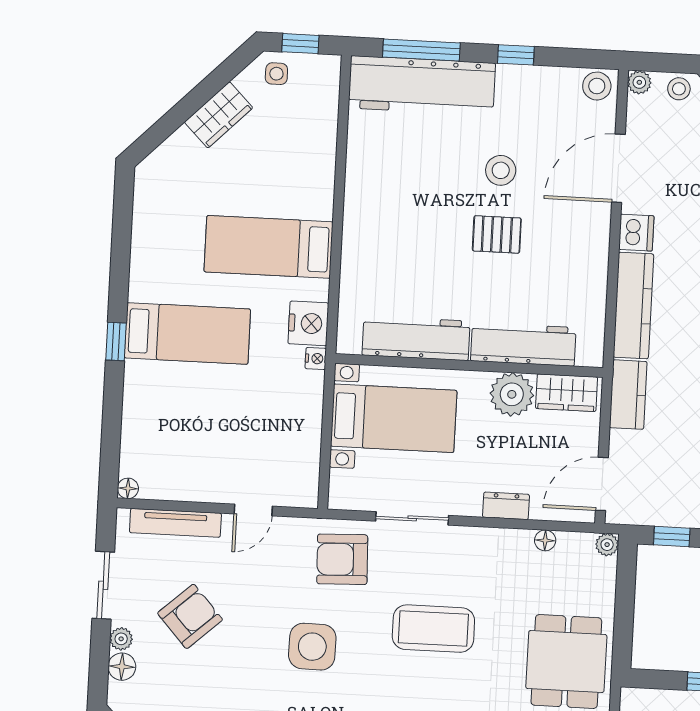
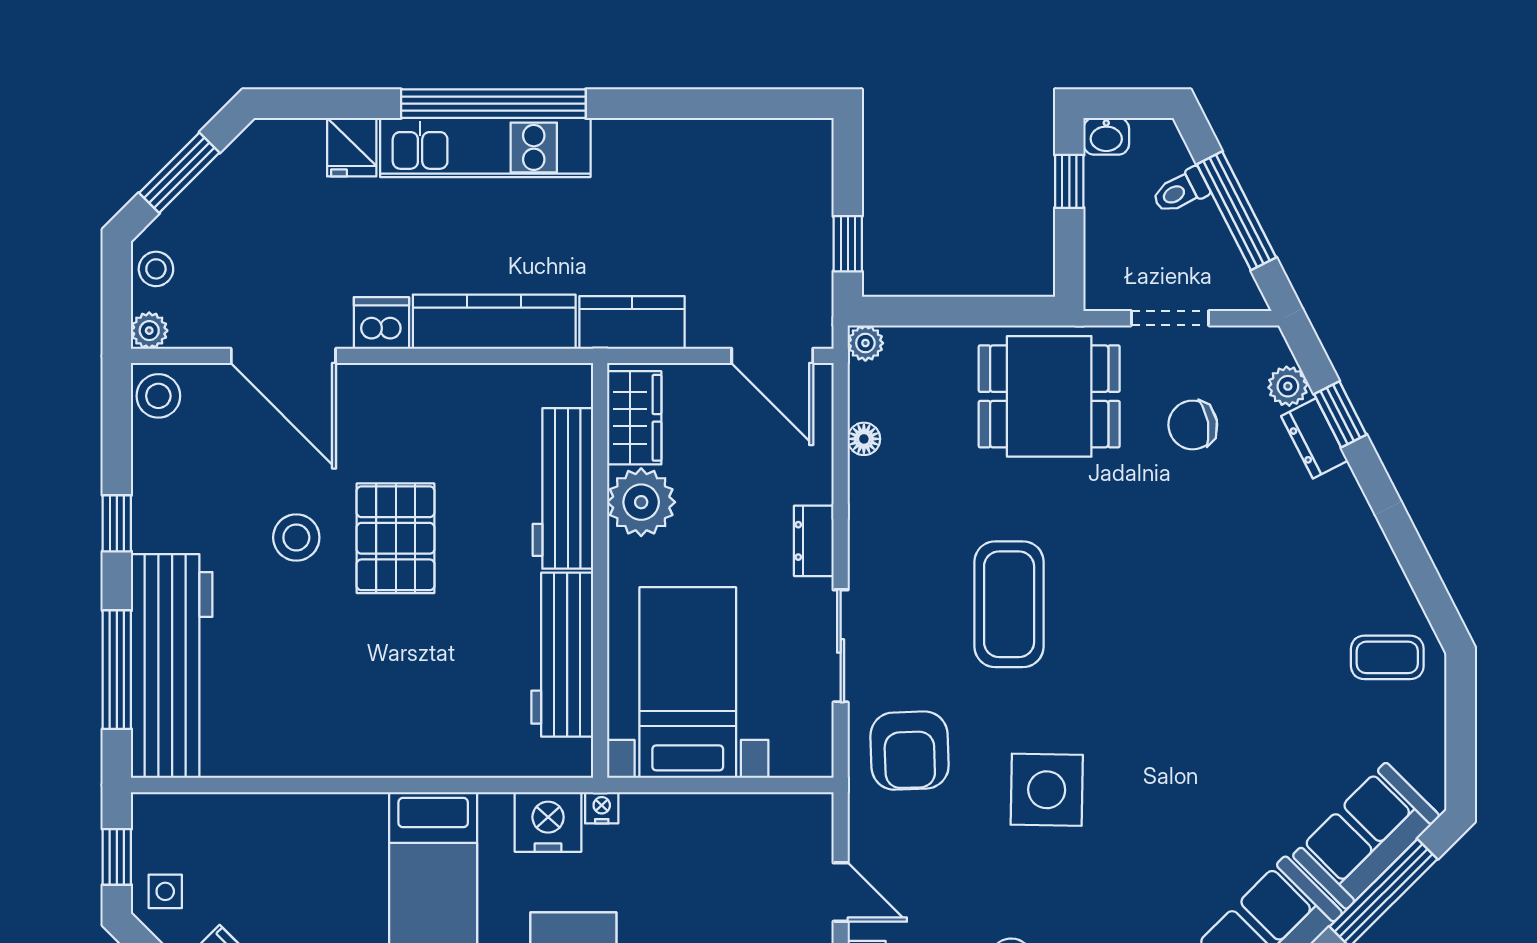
pallet: (497, 234) -> (396, 538), width x1.50, depth x1.42
dresser: (506, 506) -> (814, 541), moved

